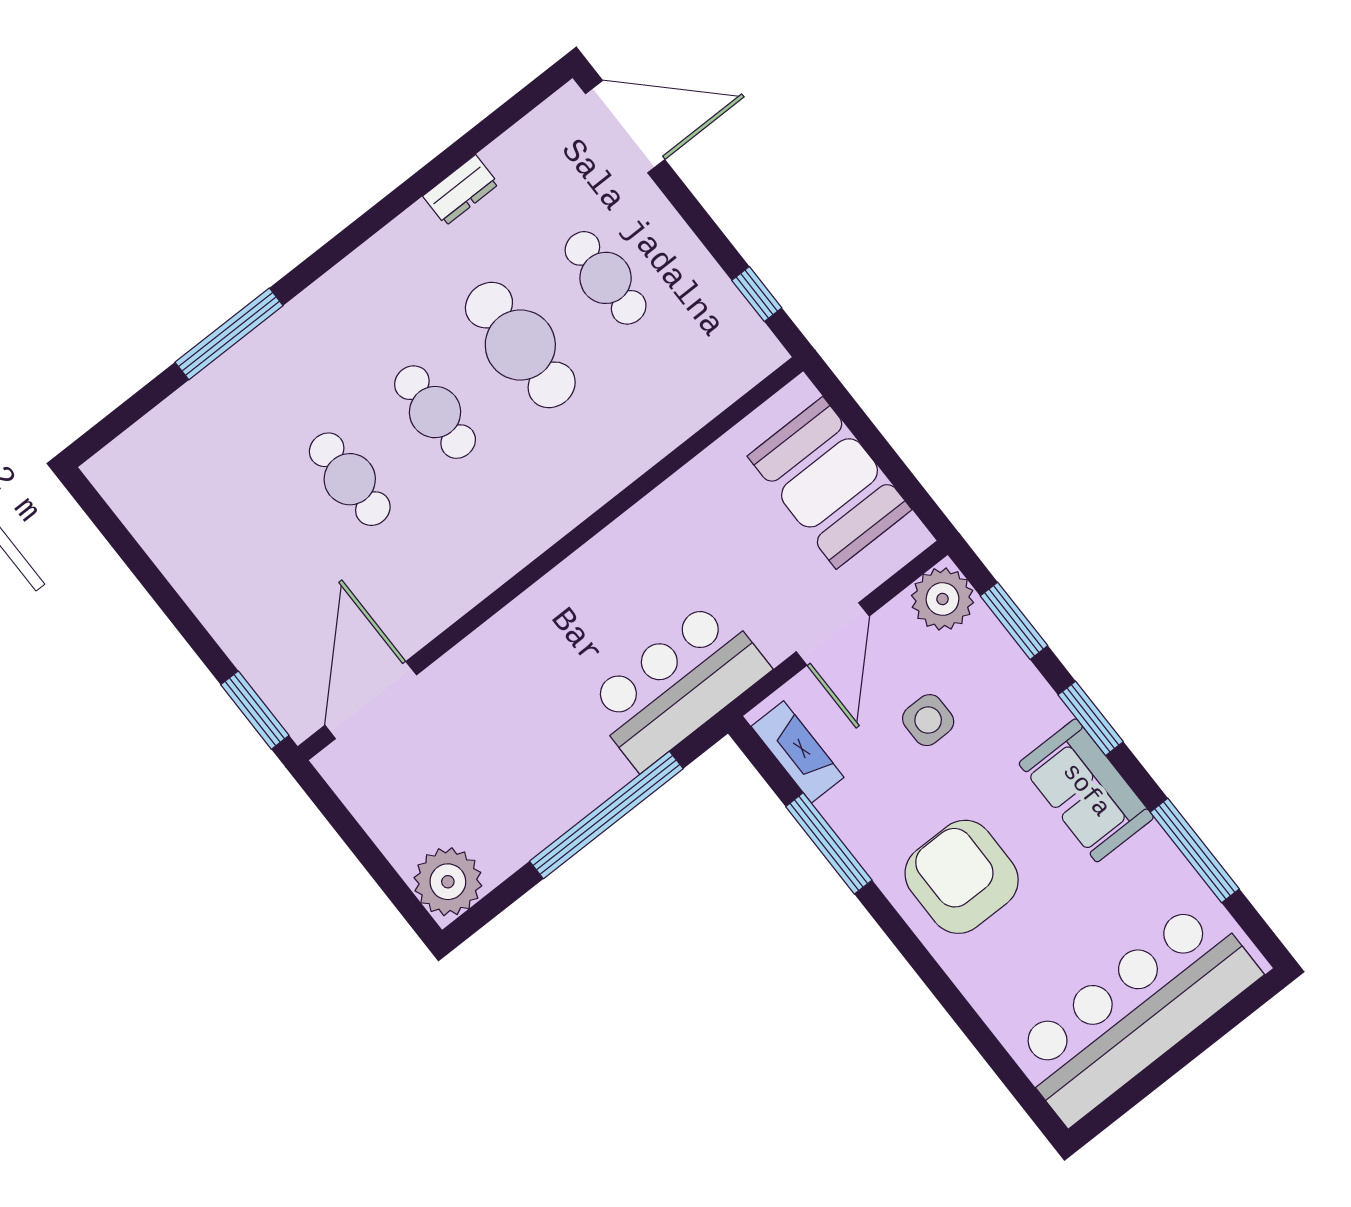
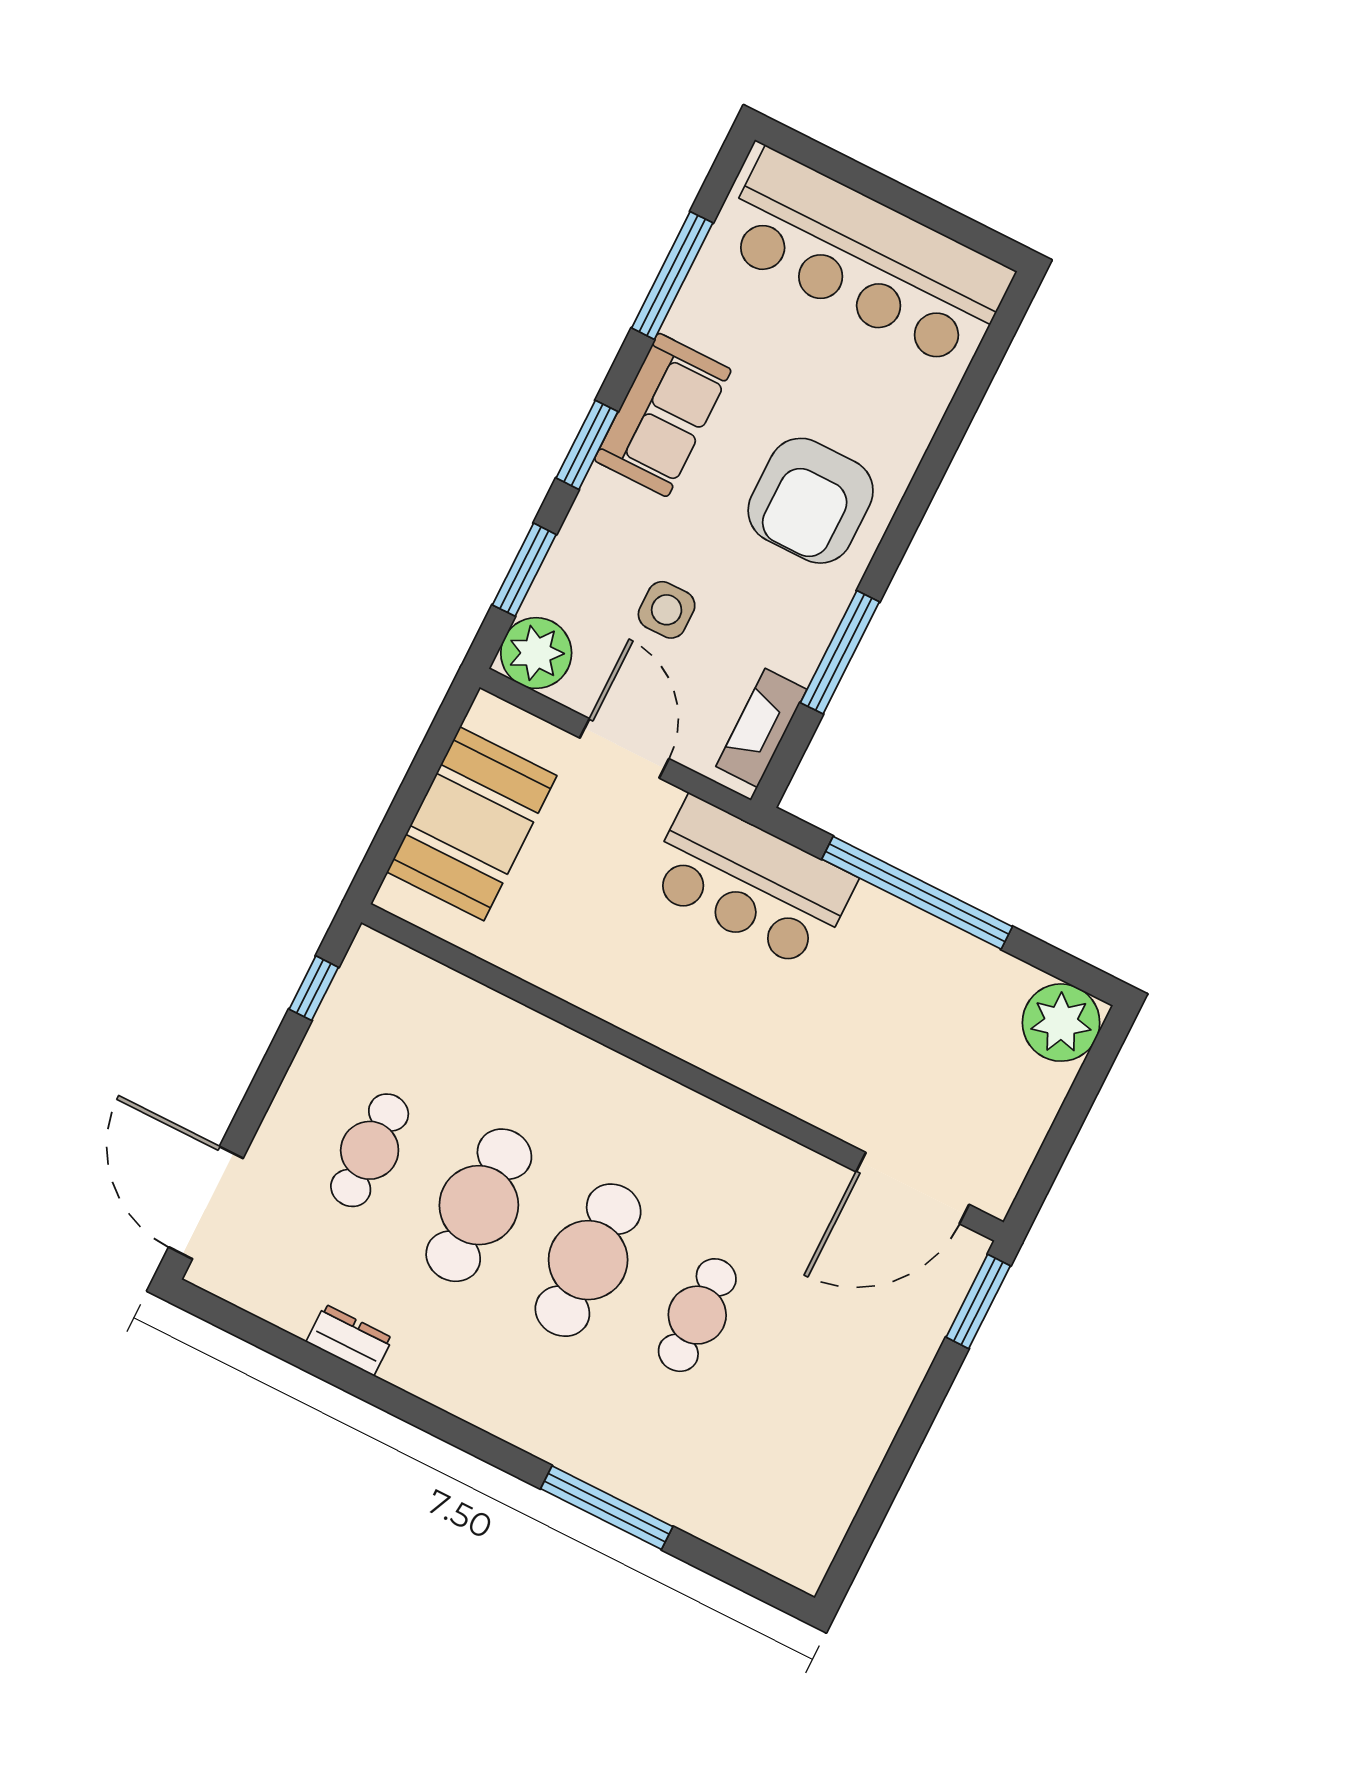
cafe table: (435, 412) -> (588, 1260), width x1.37, depth x1.35
door: (833, 634) -> (624, 748), hinge flipped

